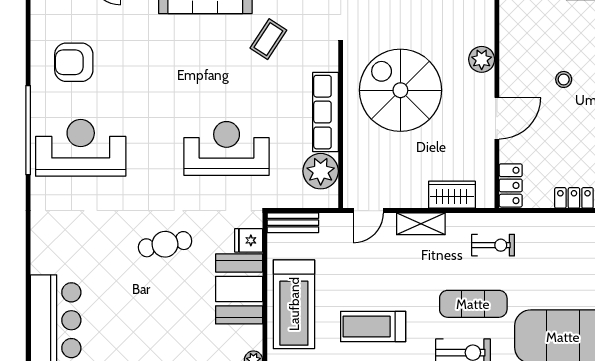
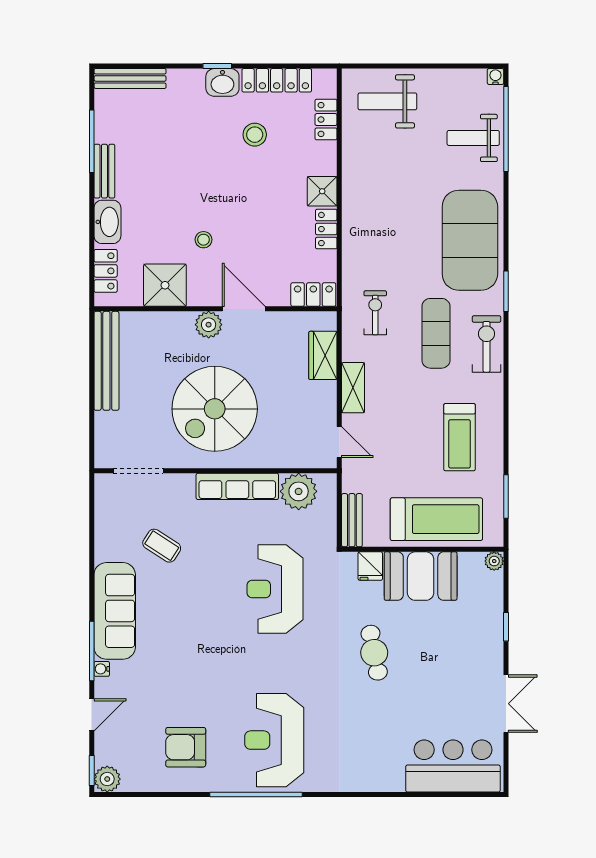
shower: (520, 42) -> (165, 285), added
plant: (482, 59) -> (209, 325), moved
armchair: (74, 62) -> (186, 747), turned 90

